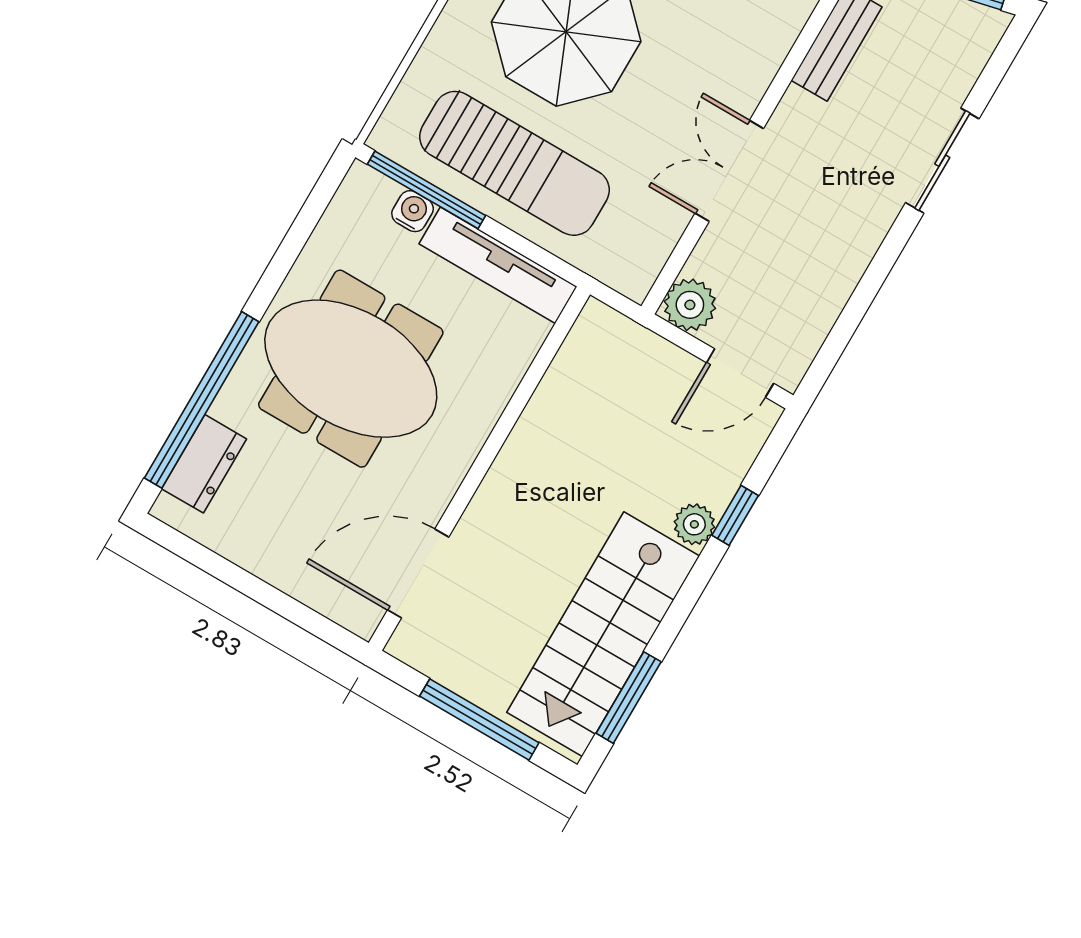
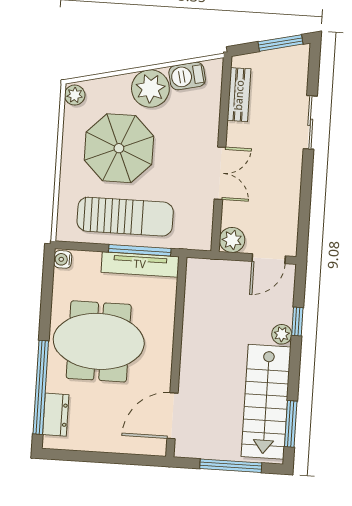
double door: (729, 171) -> (220, 173), swing flipped
window: (426, 190) -> (140, 250), moved
water cooler: (413, 211) -> (63, 259), moved, turned -90

